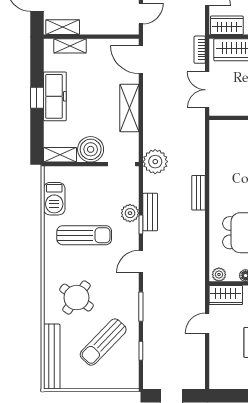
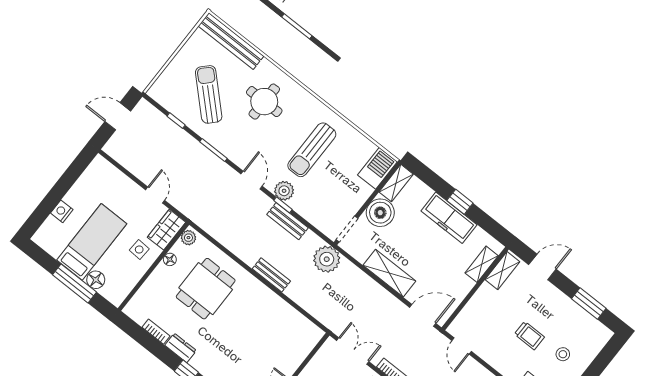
barbecue: (54, 199) -> (377, 168), moved, turned 90
plant: (130, 213) -> (284, 191), moved
round table: (76, 298) -> (264, 102), turned -36

